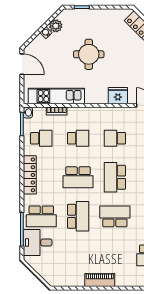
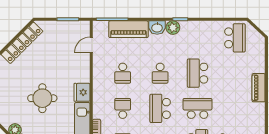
fridge: (118, 96) -> (82, 92), moved
school desk: (78, 177) -> (160, 108), turned 180
school desk: (115, 177) -> (160, 73), width x0.54

